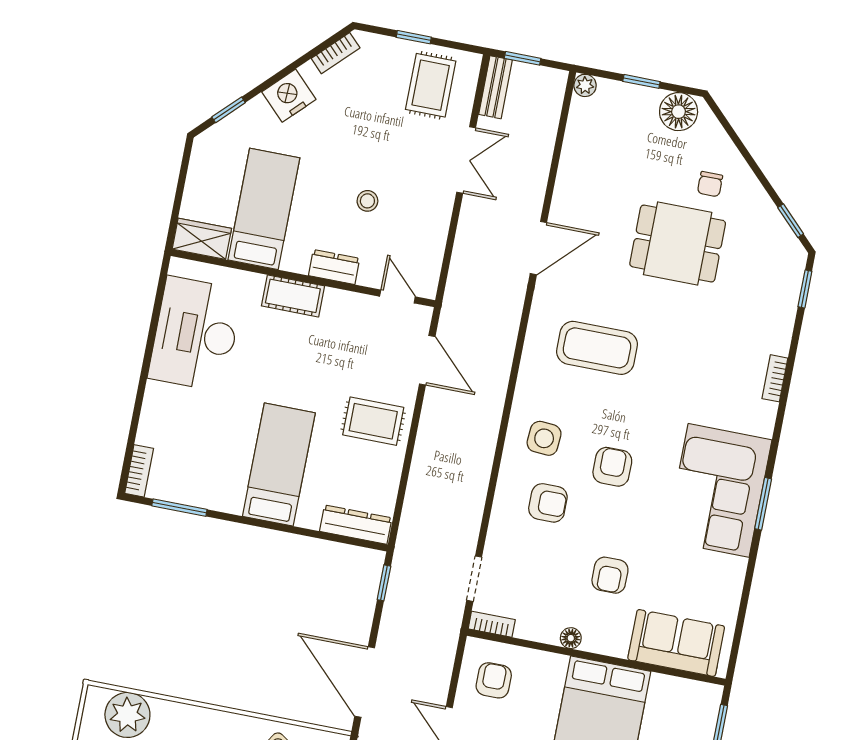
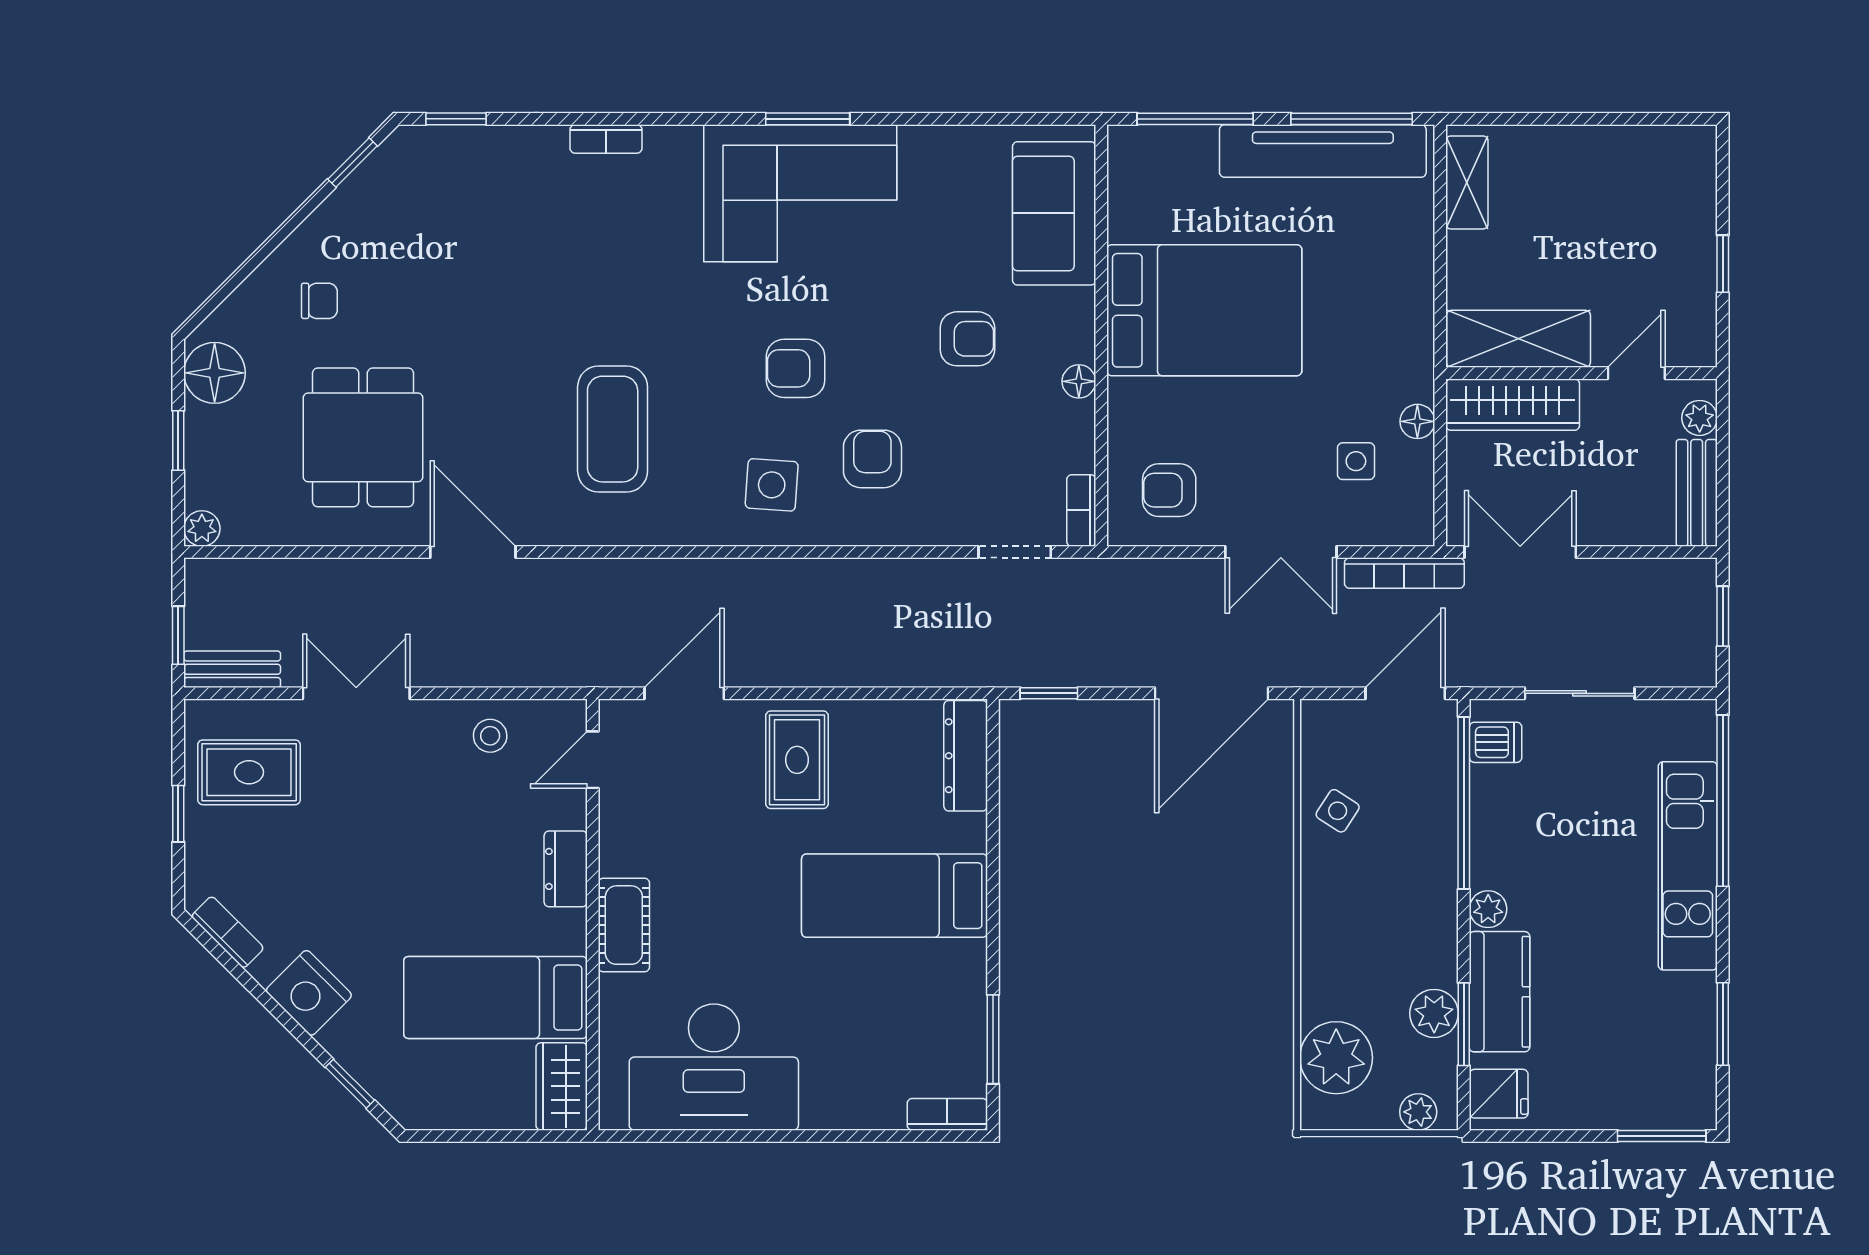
stool: (367, 201) -> (490, 736), moved
dining table: (678, 244) -> (363, 437), moved

